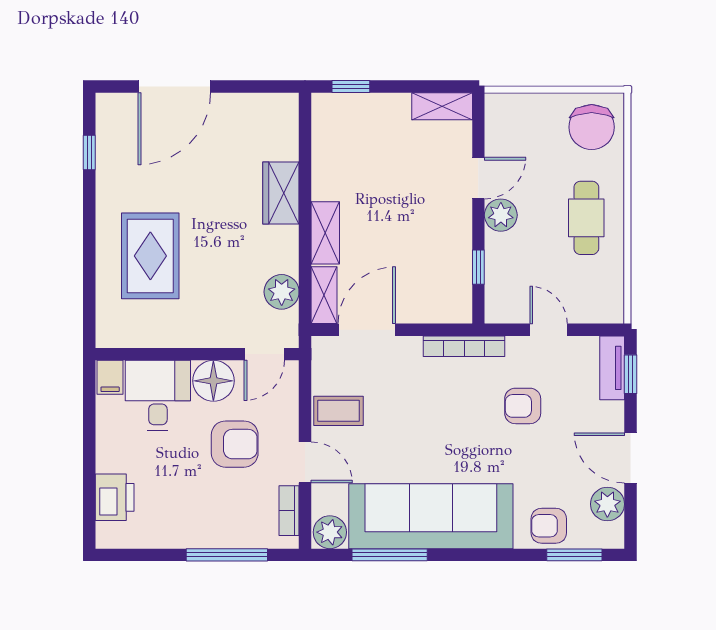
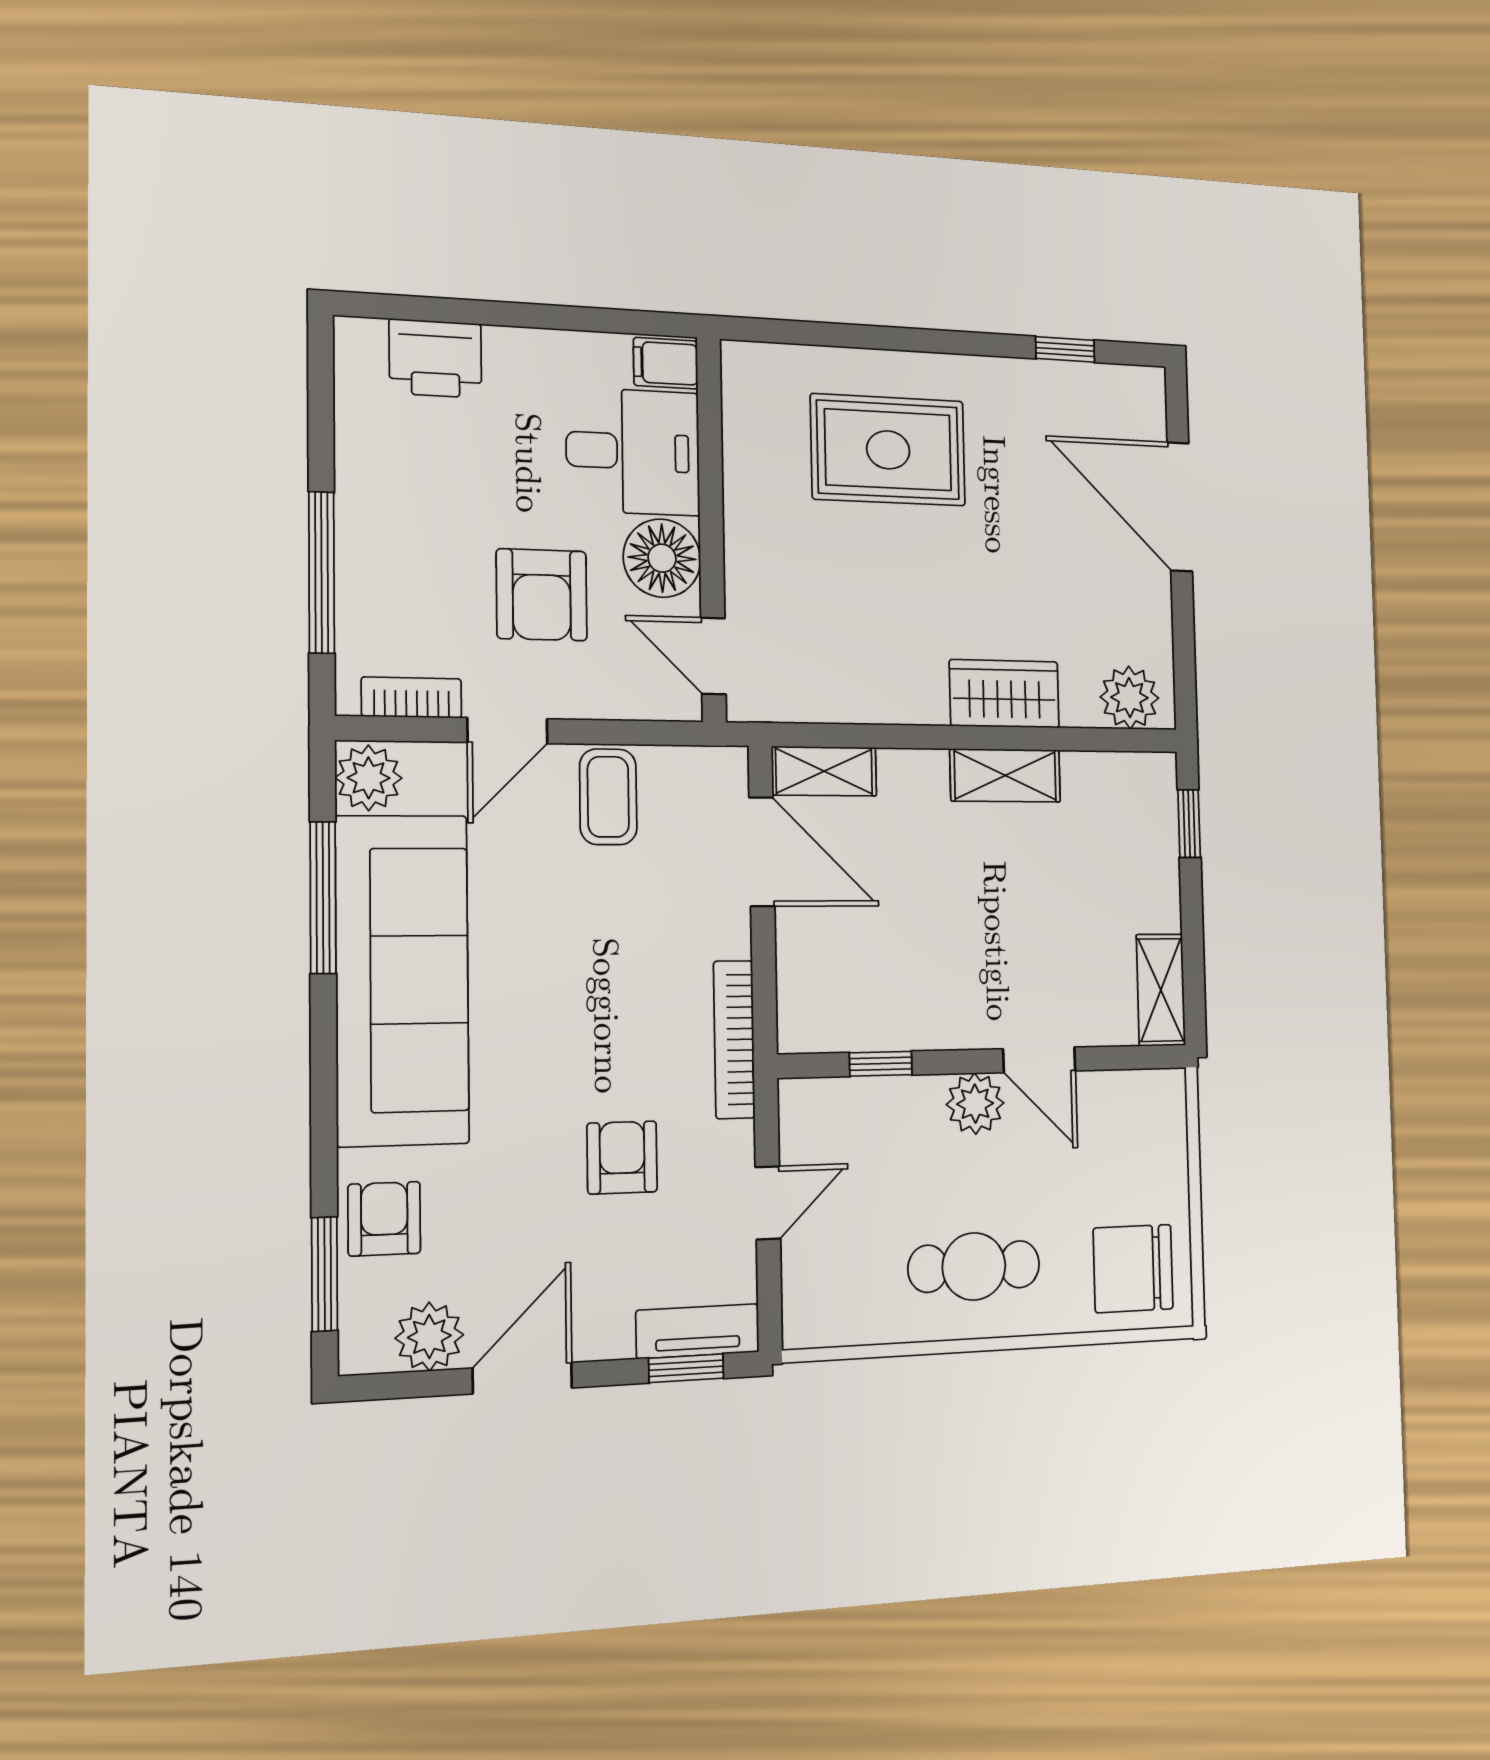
shelving: (325, 233) -> (1005, 775), moved
plant: (282, 292) -> (1129, 698), moved

